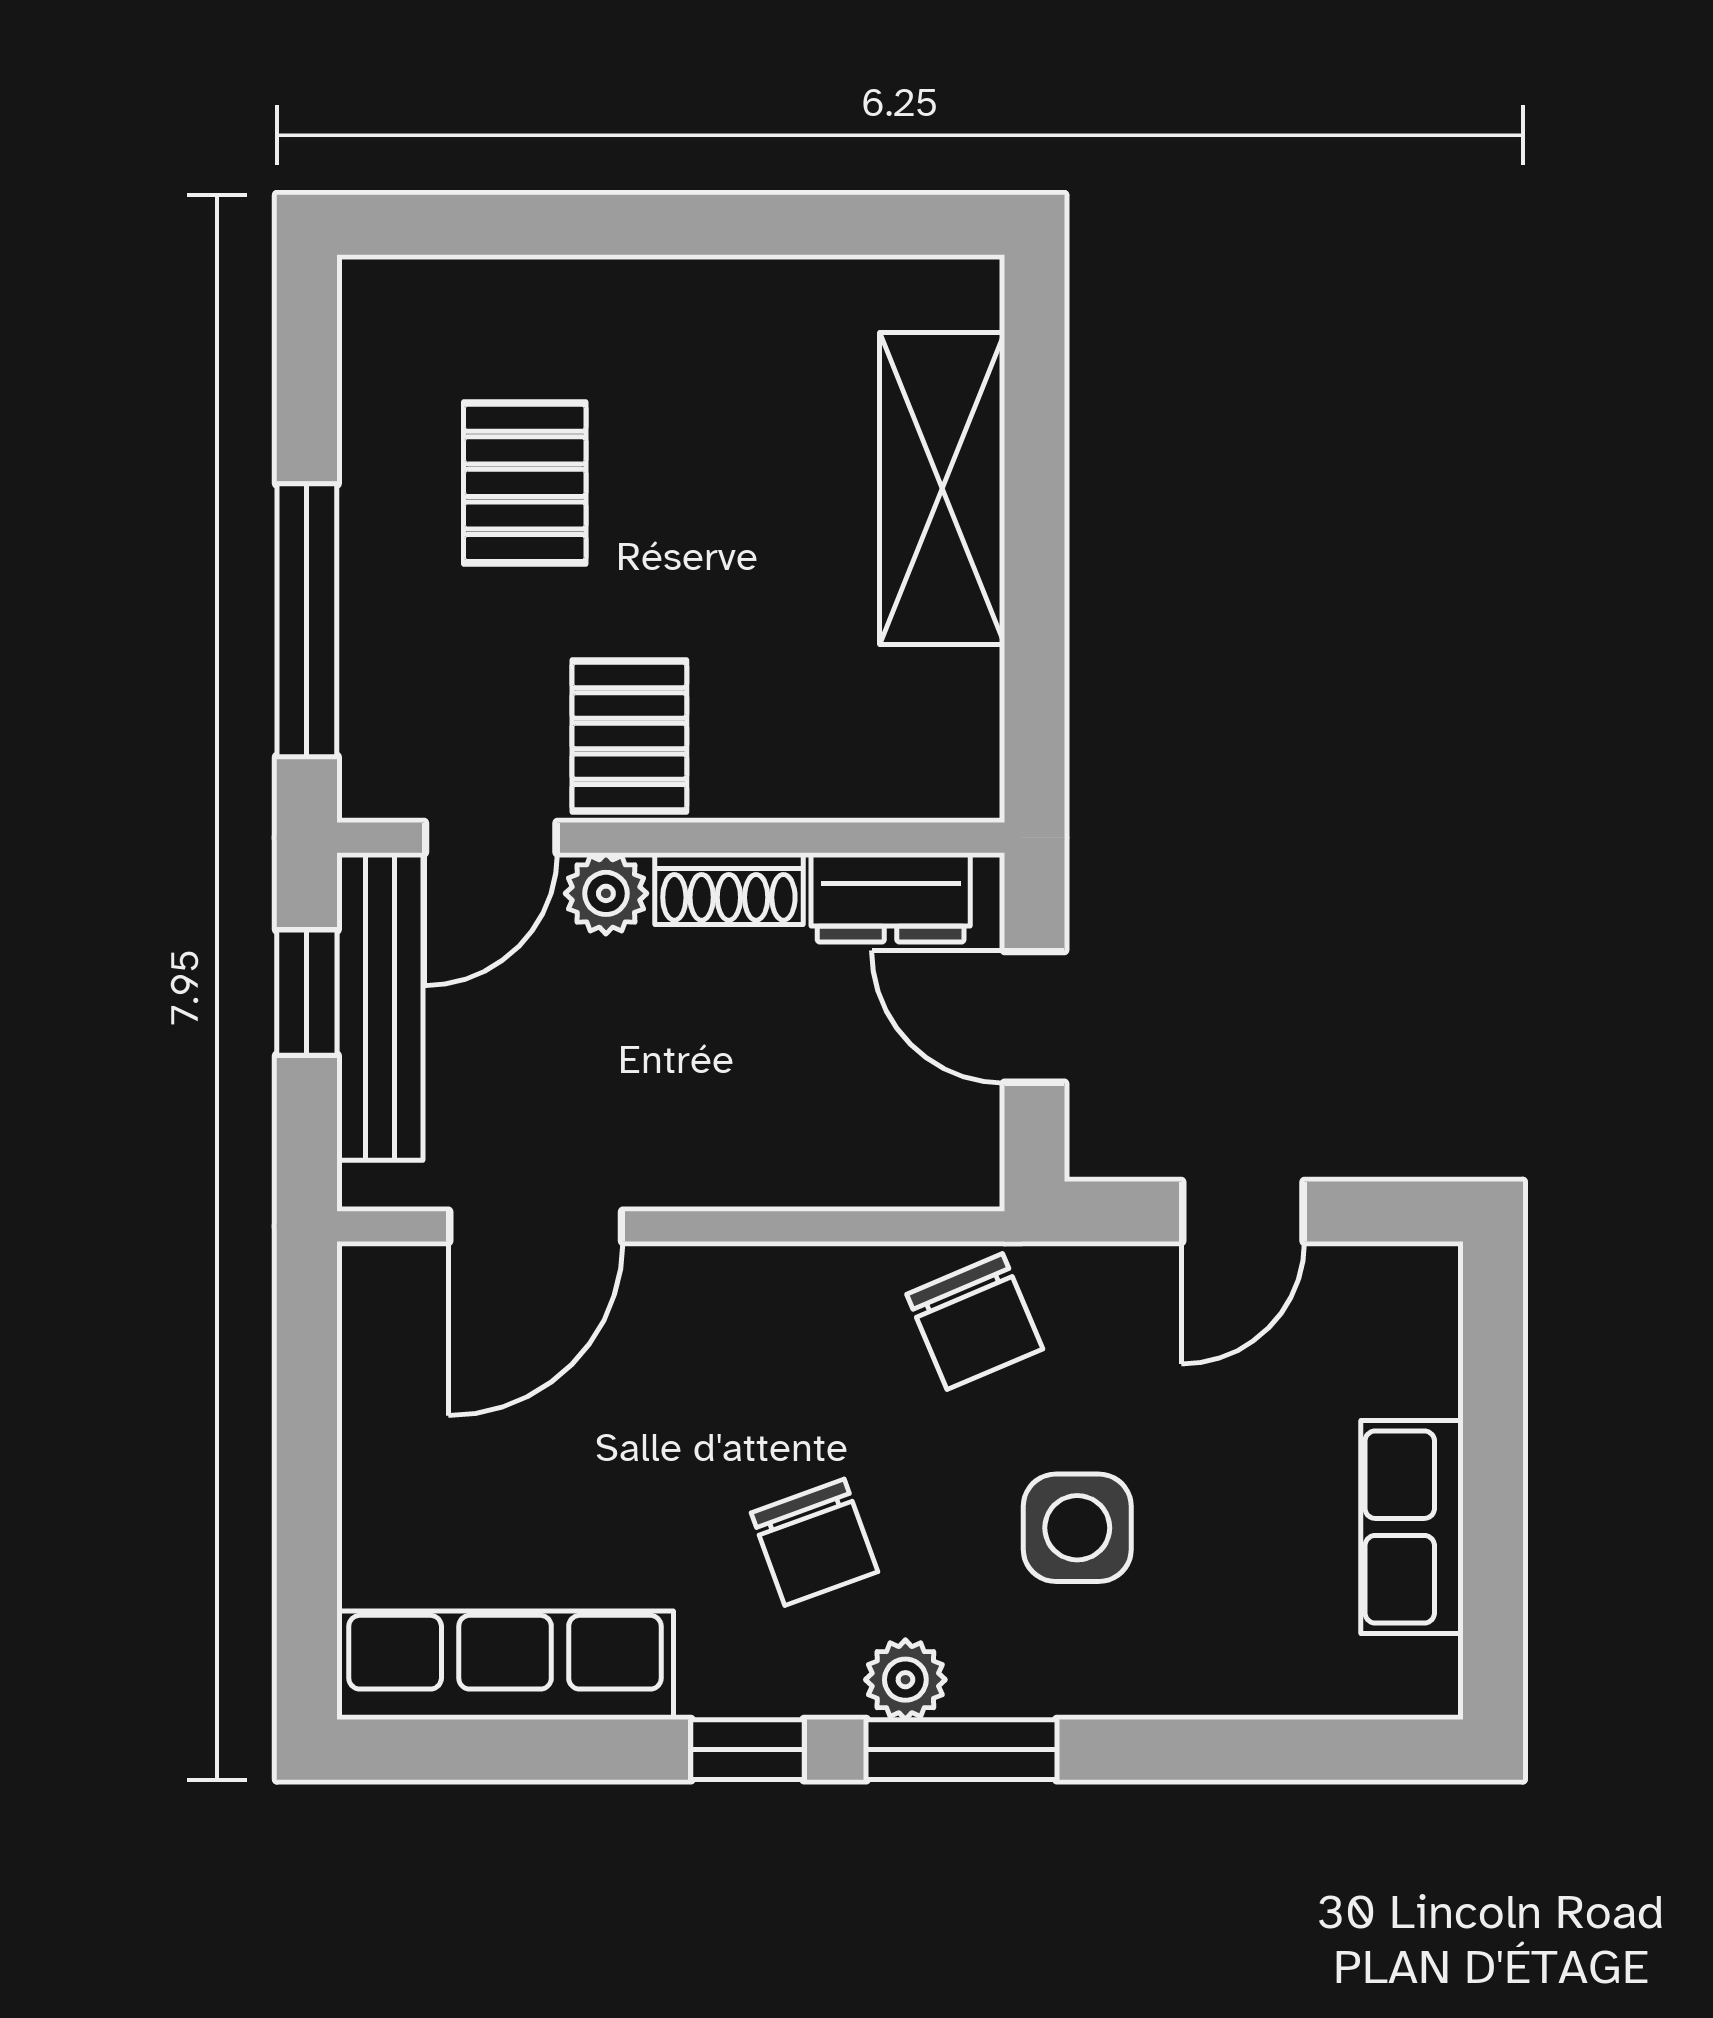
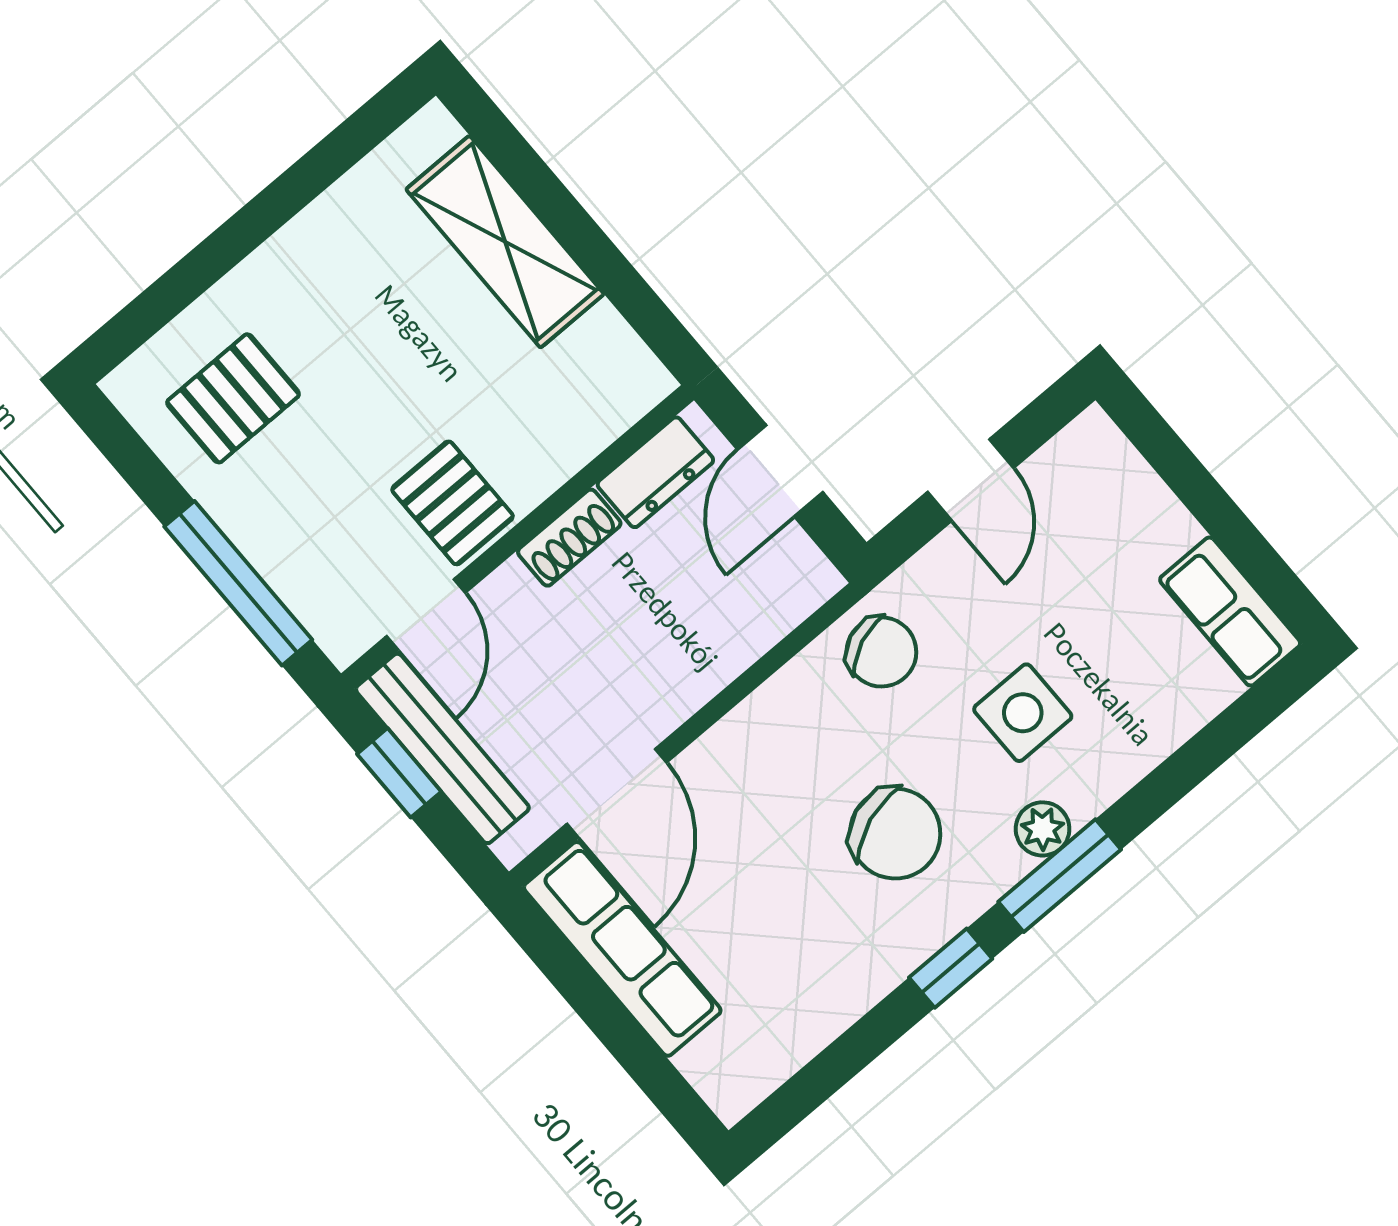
pallet: (525, 483) -> (233, 398), moved, turned 90
plant: (606, 893) -> (509, 593), removed
door: (1034, 1017) -> (780, 471), hinge flipped
row of seats: (1412, 1527) -> (1230, 612), moved
chair: (814, 1542) -> (895, 834), width x1.37, depth x1.37
row of seats: (505, 1665) -> (622, 949), moved, turned 90
plant: (905, 1680) -> (1043, 829), moved

